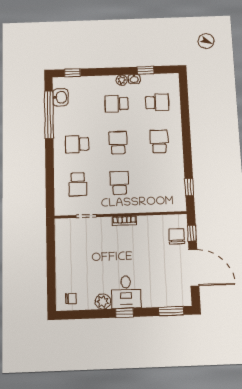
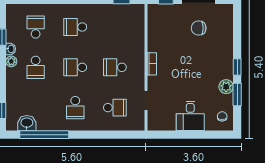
chair: (177, 236) -> (199, 28), moved
desk: (126, 292) -> (190, 116), moved, turned 90
window: (171, 311) -> (237, 95), moved

